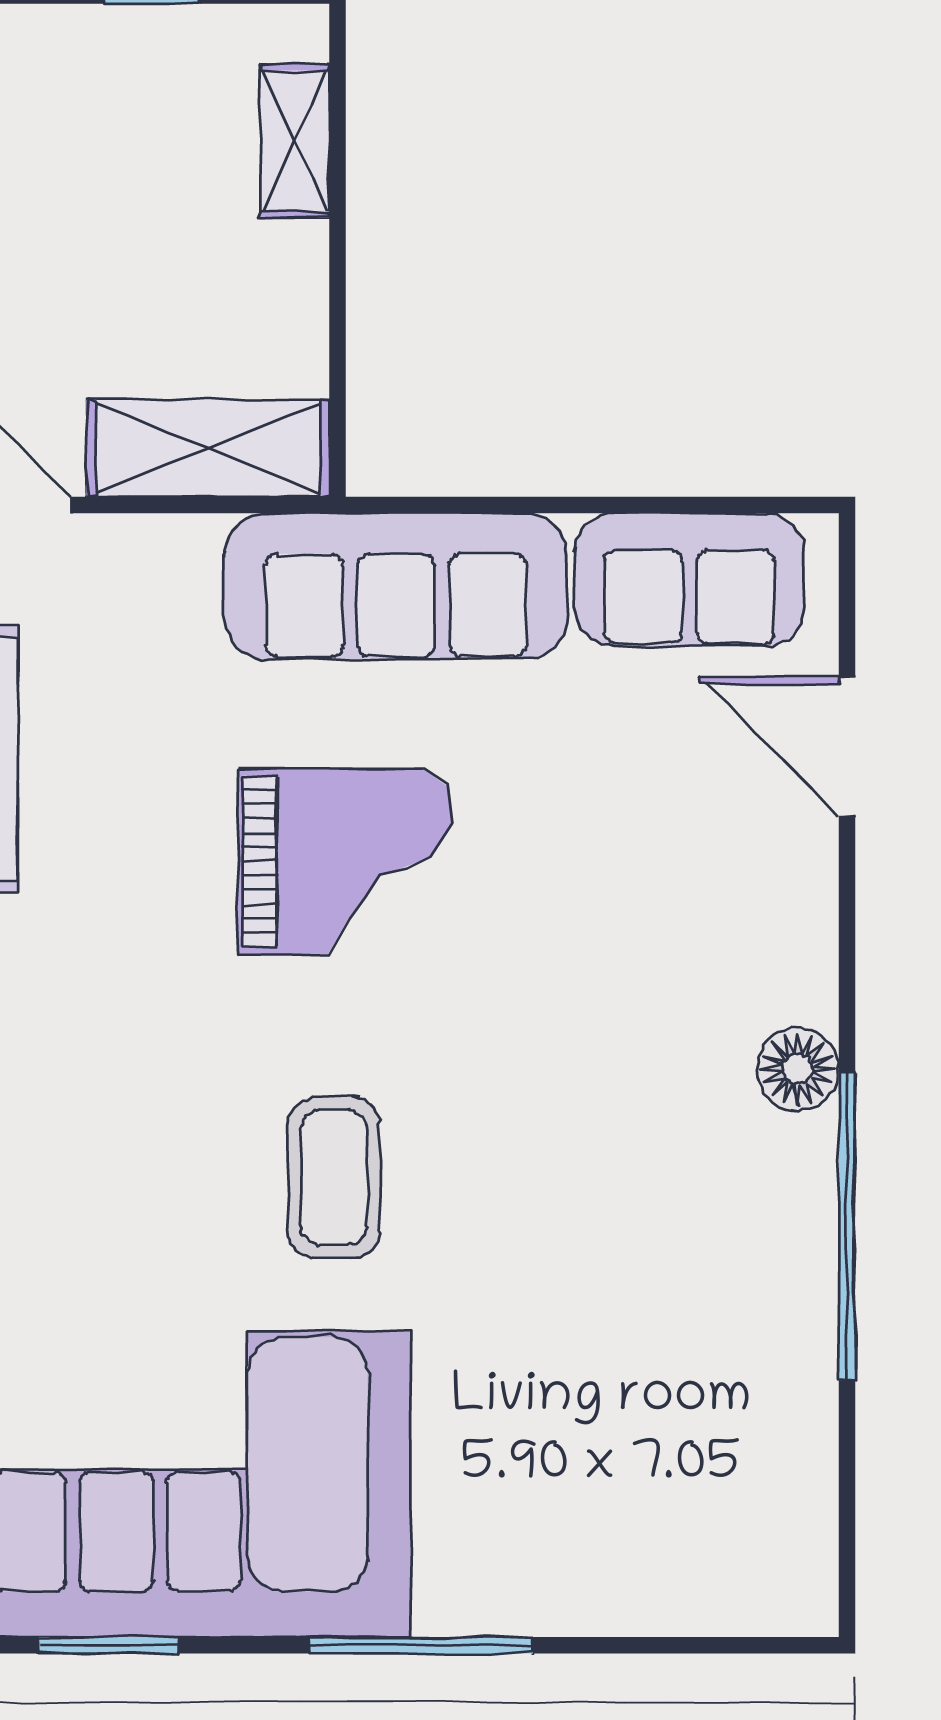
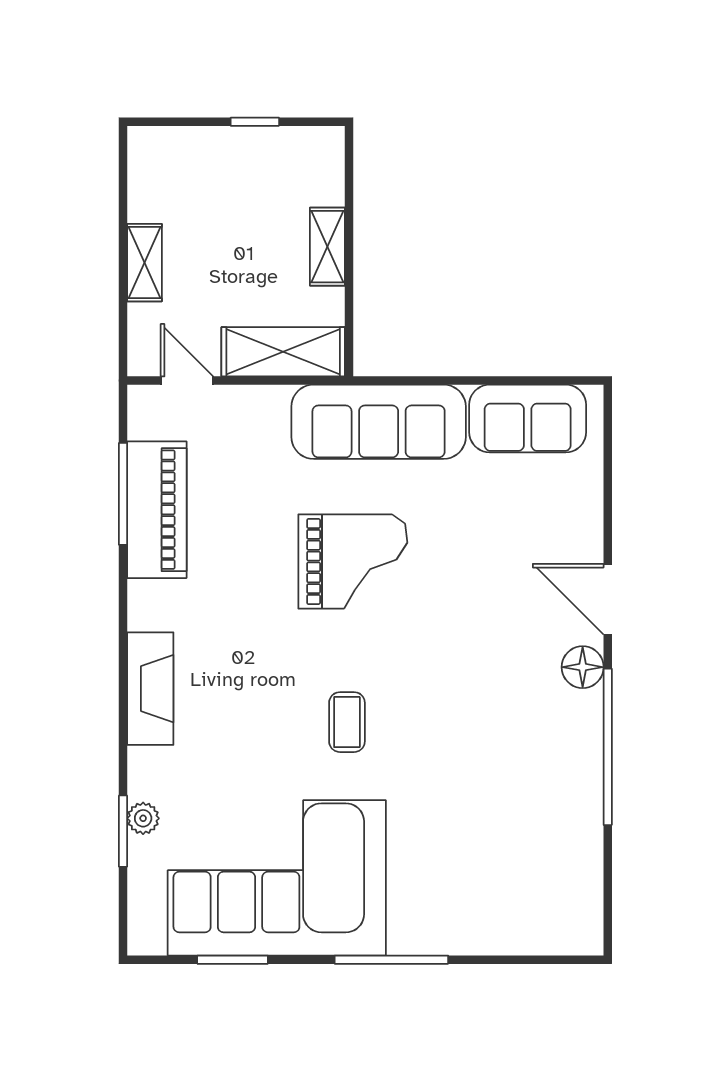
shelving: (295, 141) -> (327, 247), moved
door: (847, 746) -> (608, 599), moved
coffee table: (334, 1177) -> (347, 722), width x0.73, depth x0.77

